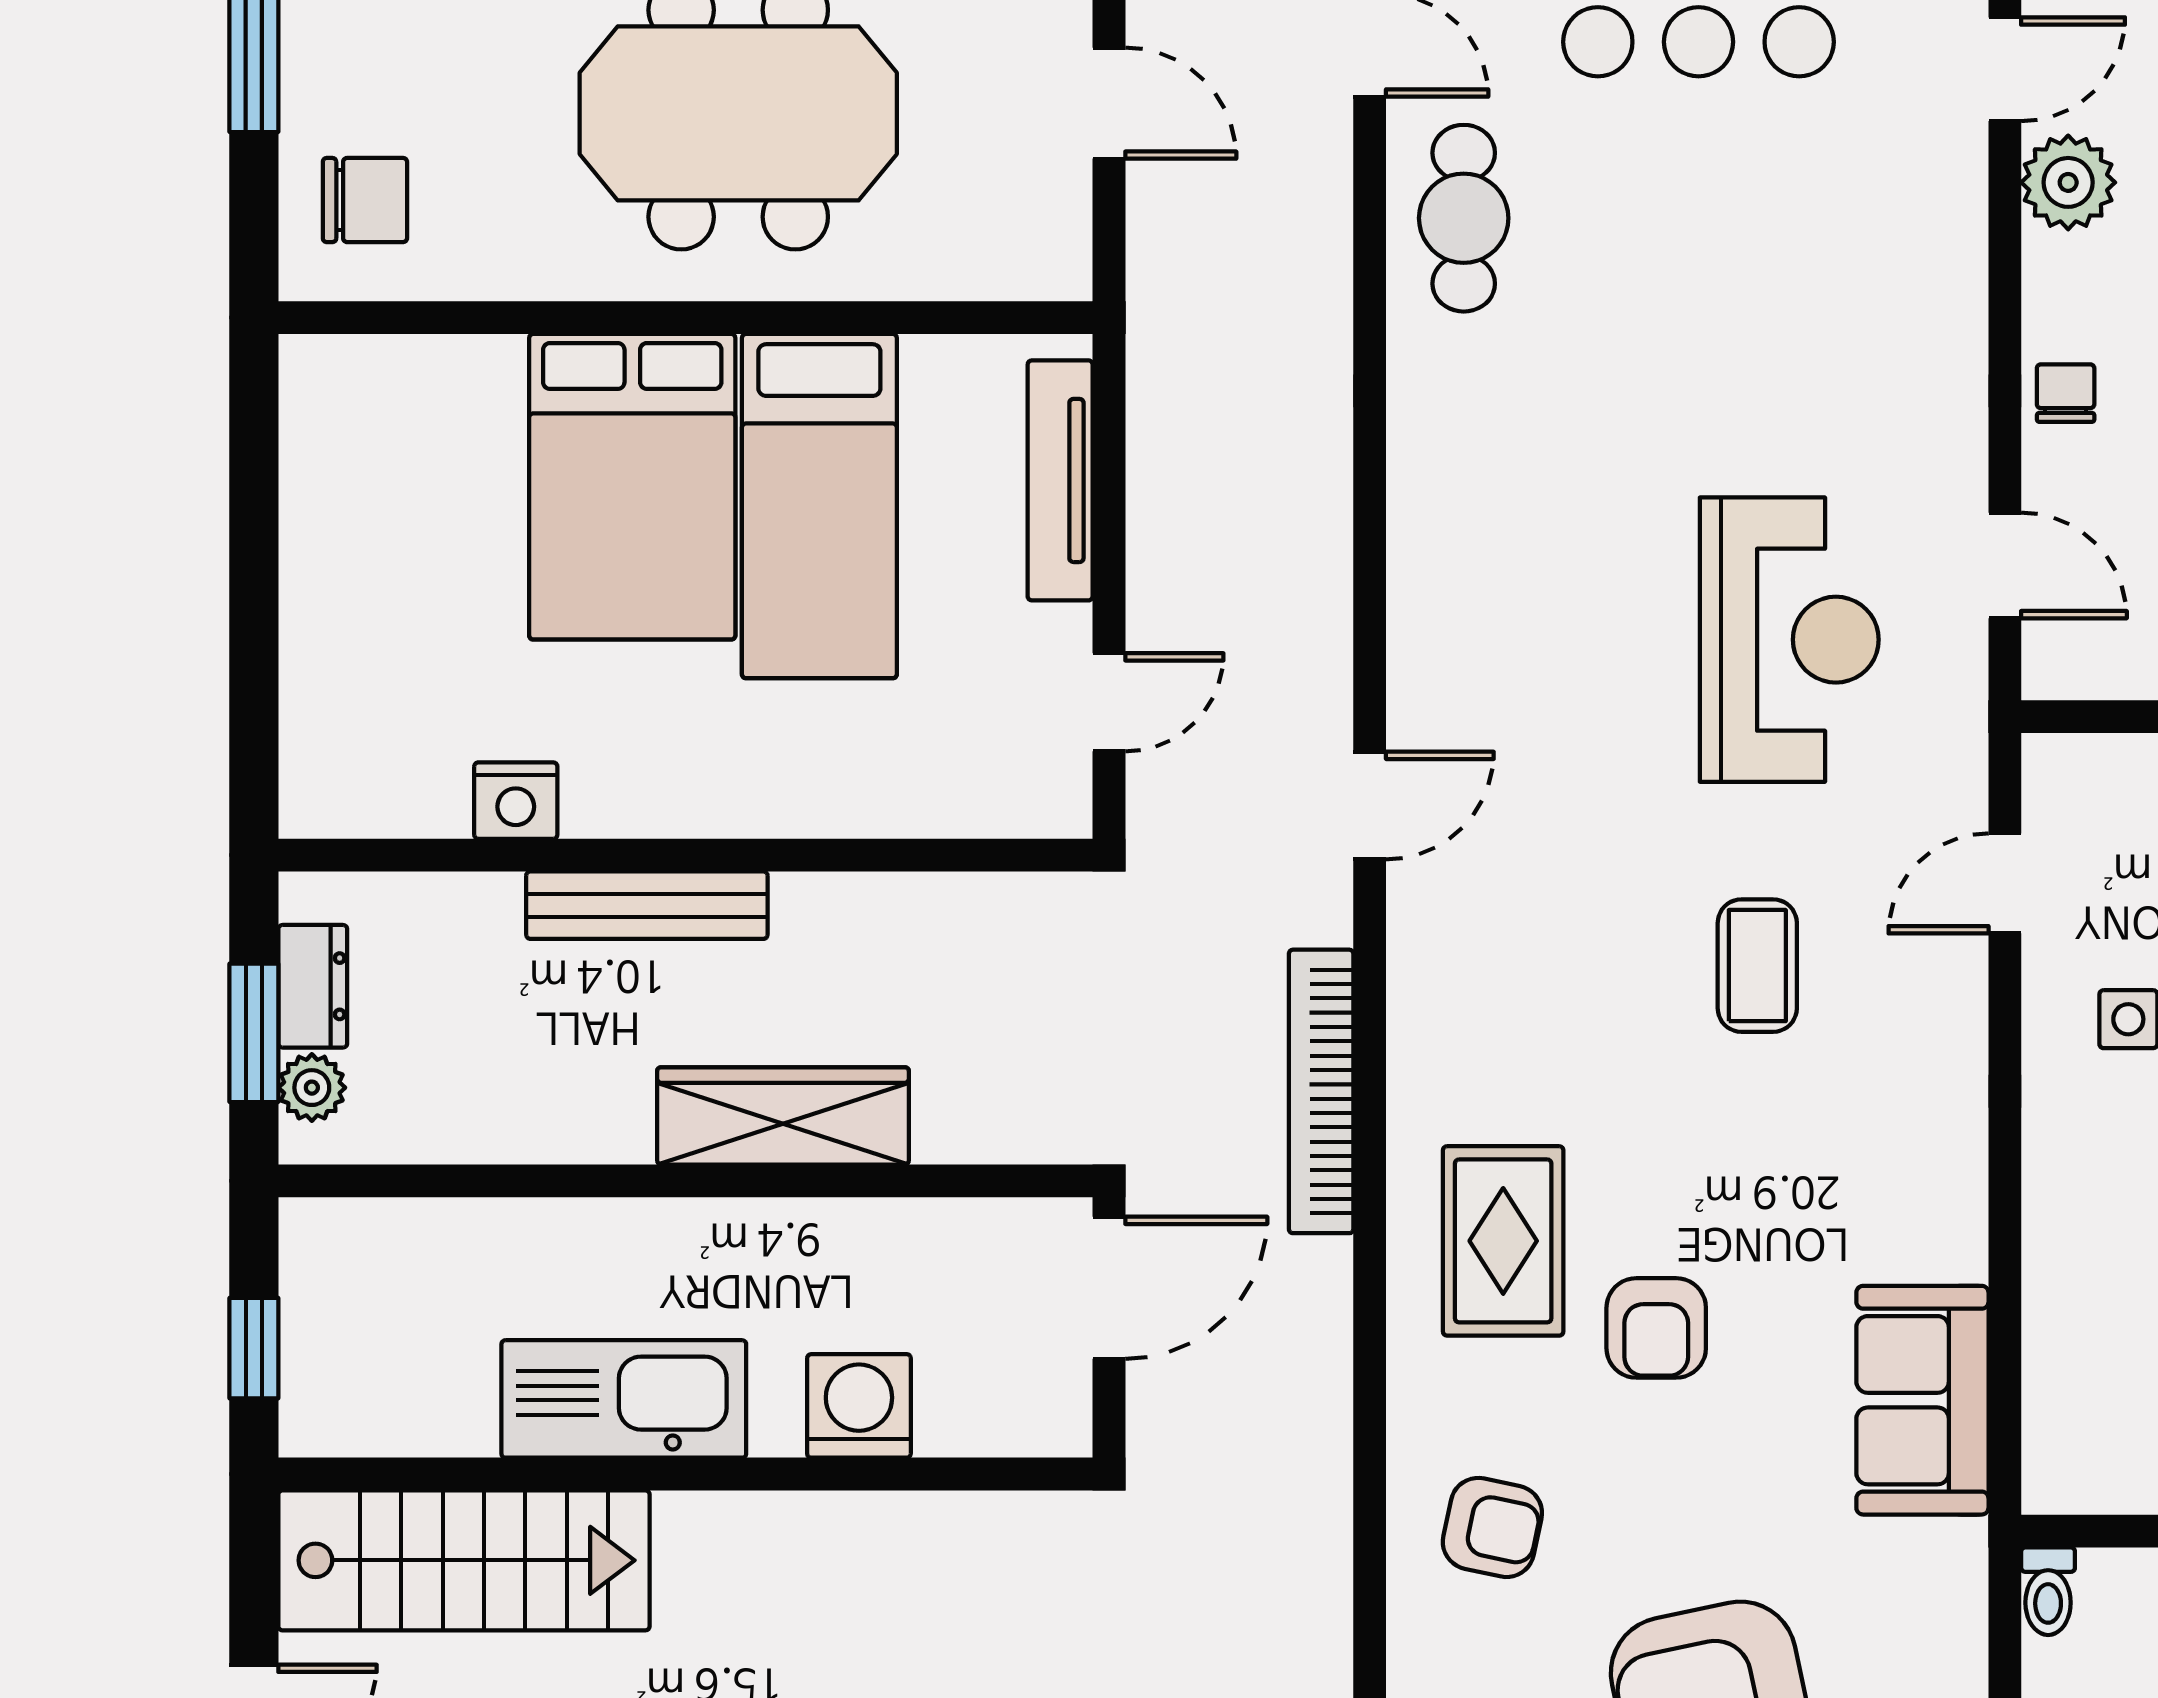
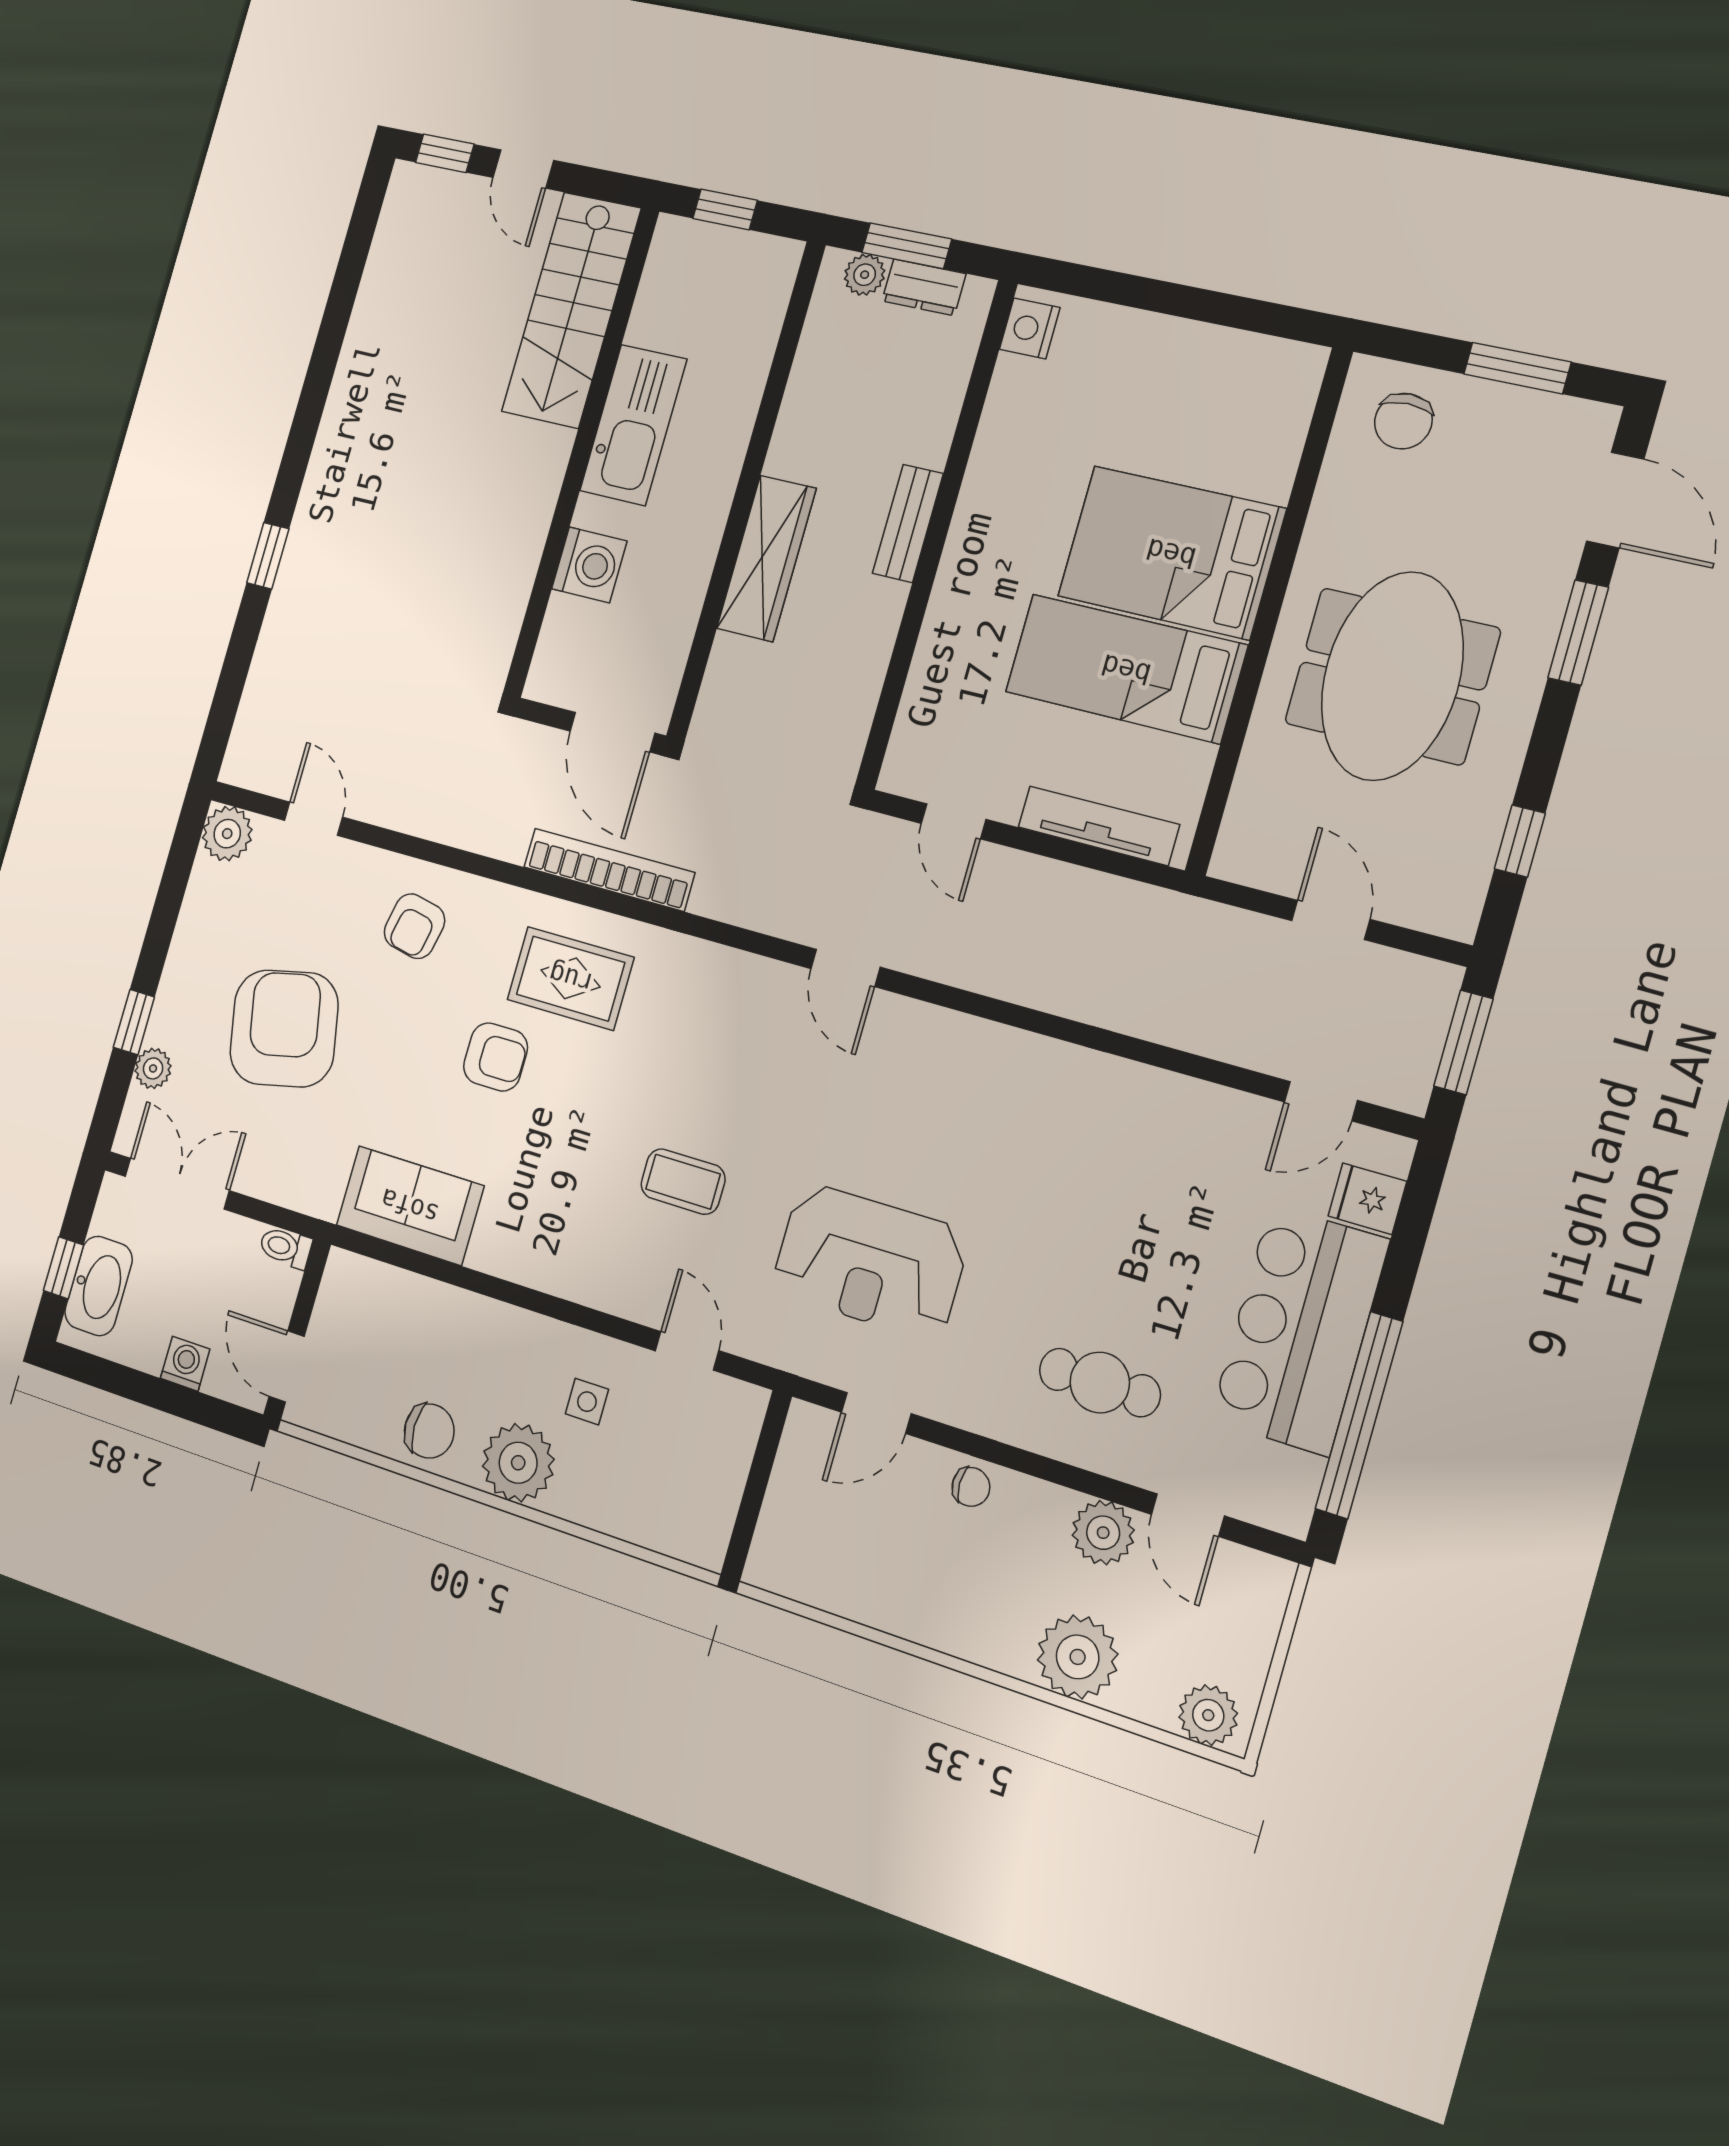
door: (1109, 103) -> (1331, 920), swing flipped
cafe table: (1464, 218) -> (1100, 1383), moved
nightstand: (516, 801) -> (1030, 328), moved
bench: (647, 905) -> (908, 523), width x0.73
bookcase: (1321, 1091) -> (609, 870), moved
armchair: (1656, 1328) -> (496, 1057), turned 180

